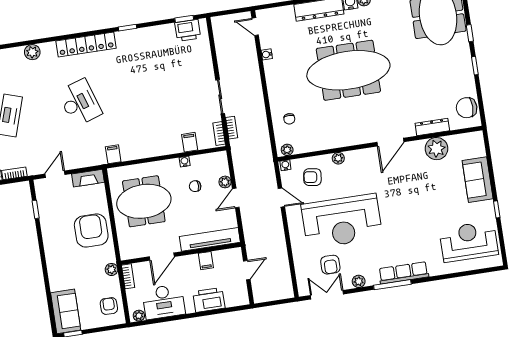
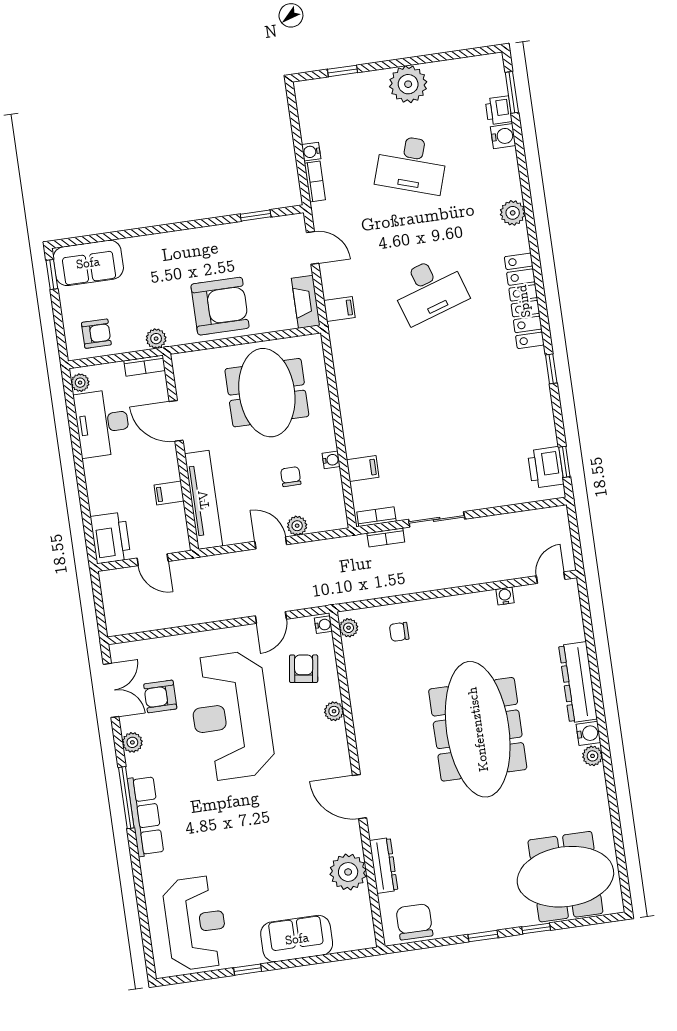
filing cabinet: (113, 154) -> (339, 309), moved
printer: (209, 300) -> (110, 538), moved

